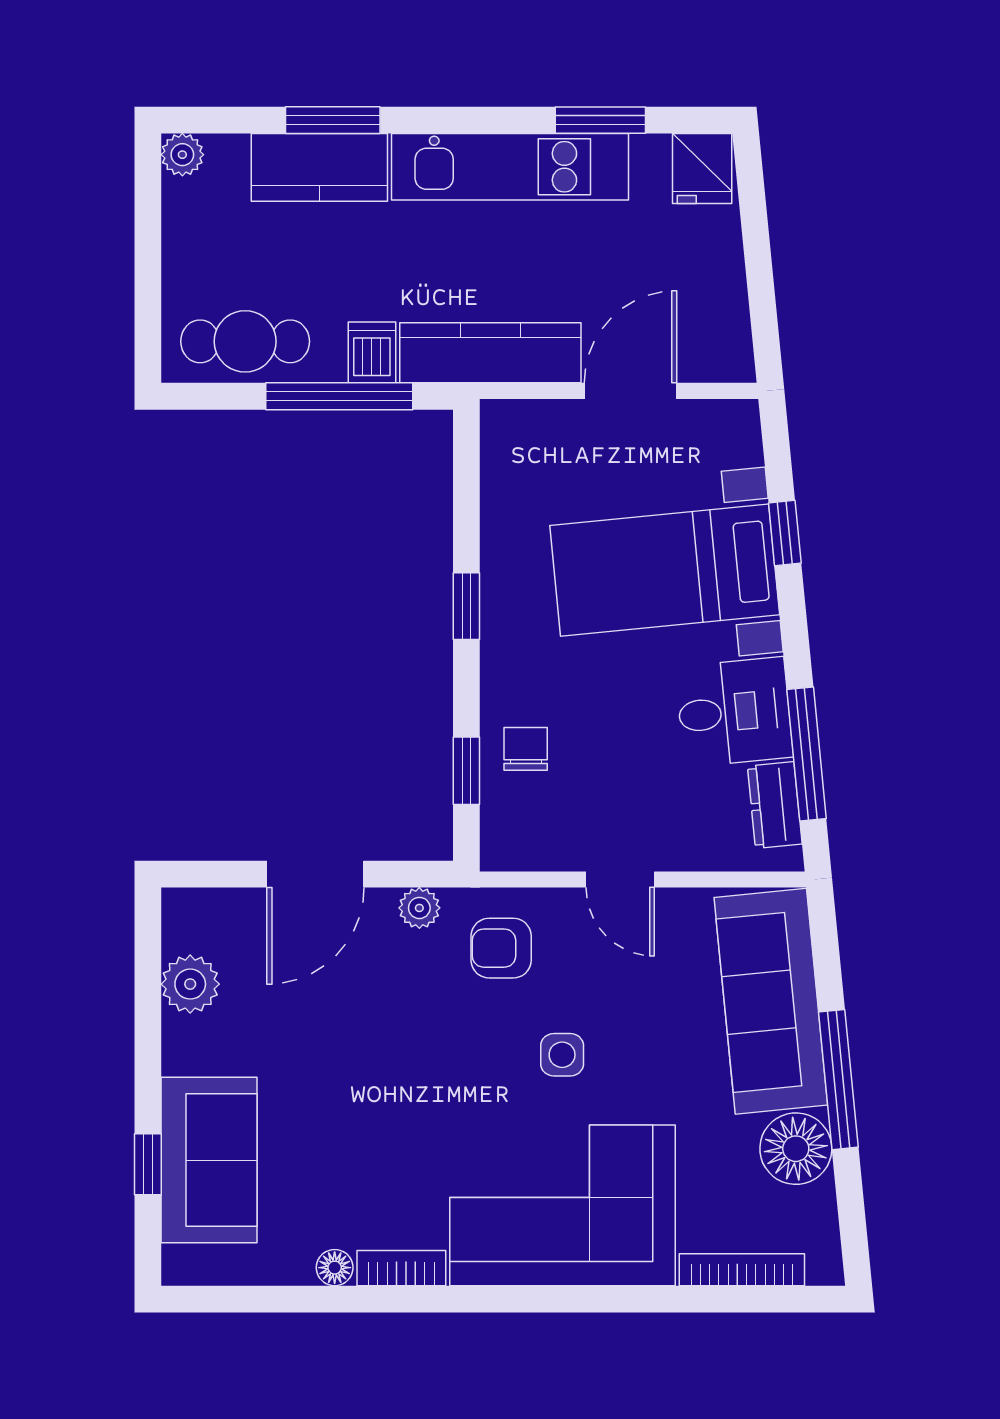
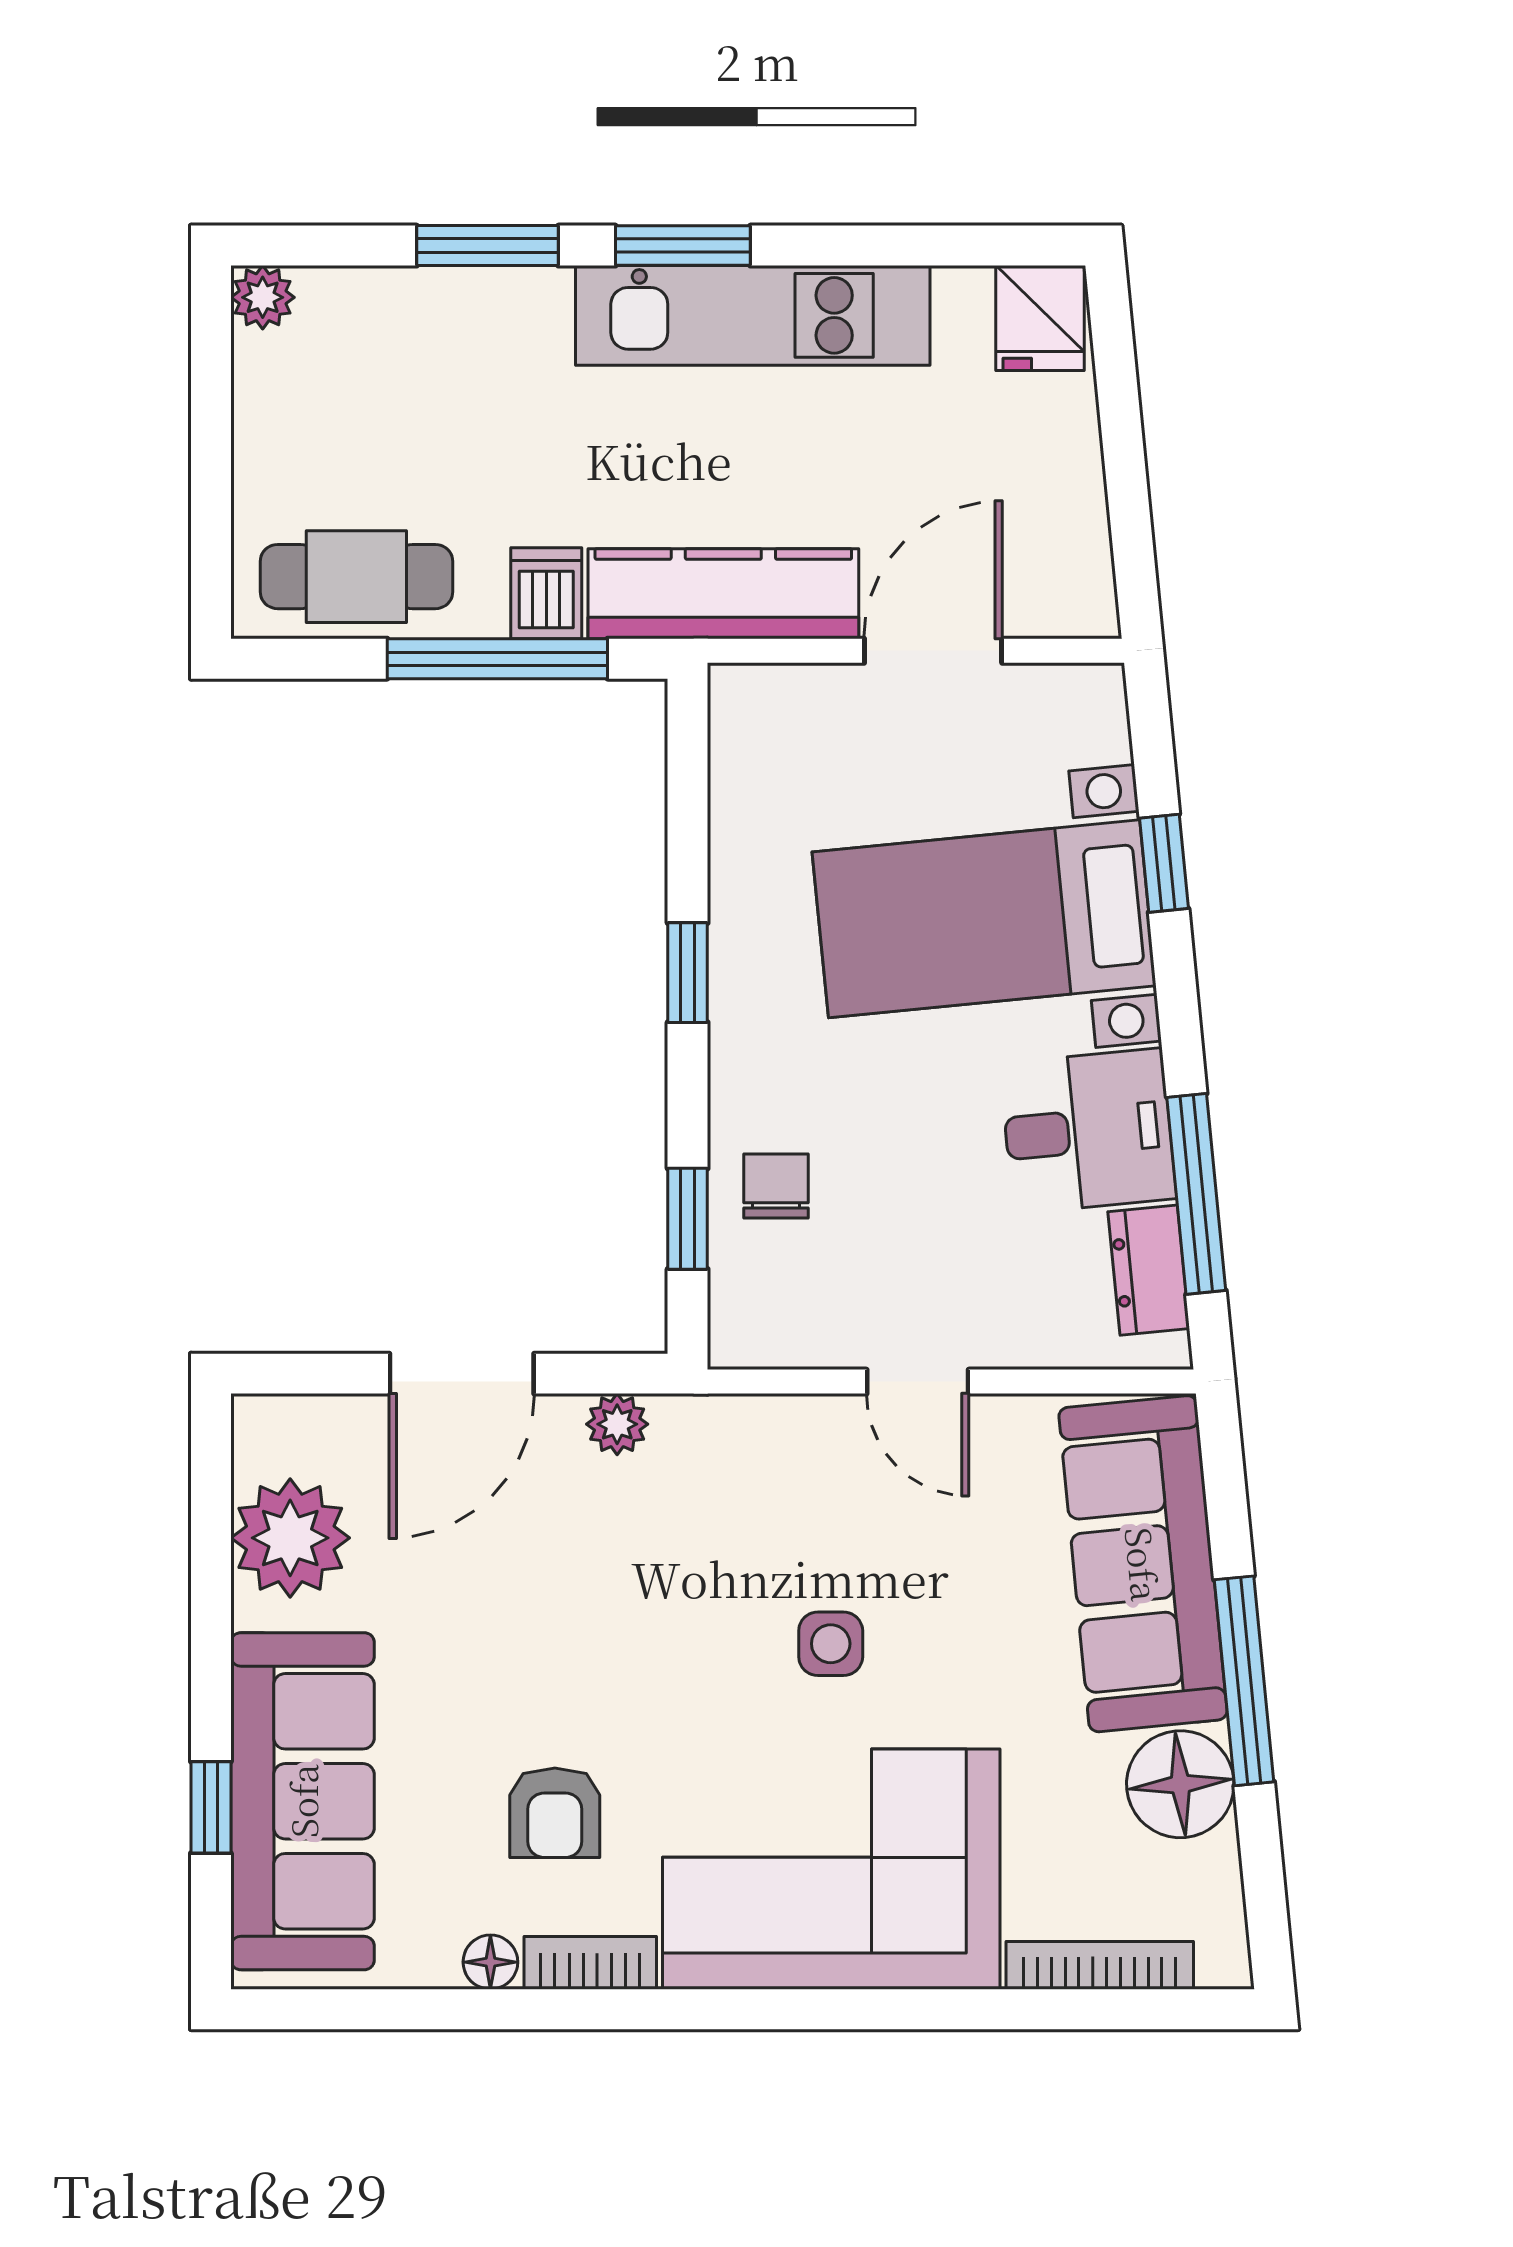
window: (600, 120) -> (683, 246), moved
kitchen counter: (319, 167) -> (468, 316), removed
armchair: (501, 948) -> (555, 1813), moved, turned -90
plant: (190, 984) -> (290, 1538), width x1.36, depth x1.36
sofa: (209, 1160) -> (303, 1801), width x1.36

